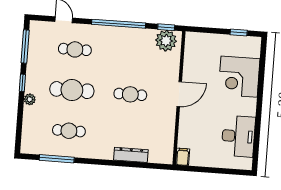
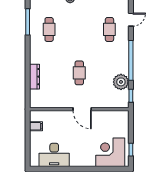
plant: (166, 41) -> (121, 82), moved
corner desk: (239, 77) -> (110, 152), moved
cafe table: (72, 90) -> (79, 29), removed
filing cabinet: (183, 157) -> (36, 126), moved

